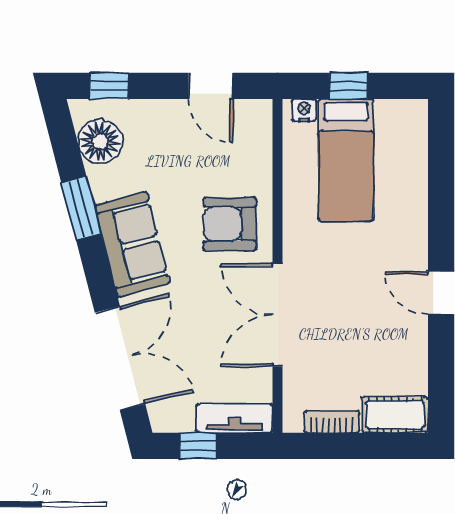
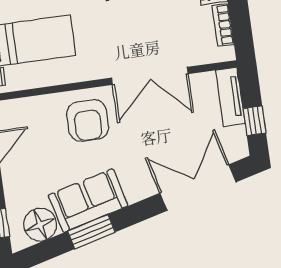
sofa: (132, 244) -> (88, 201), moved

